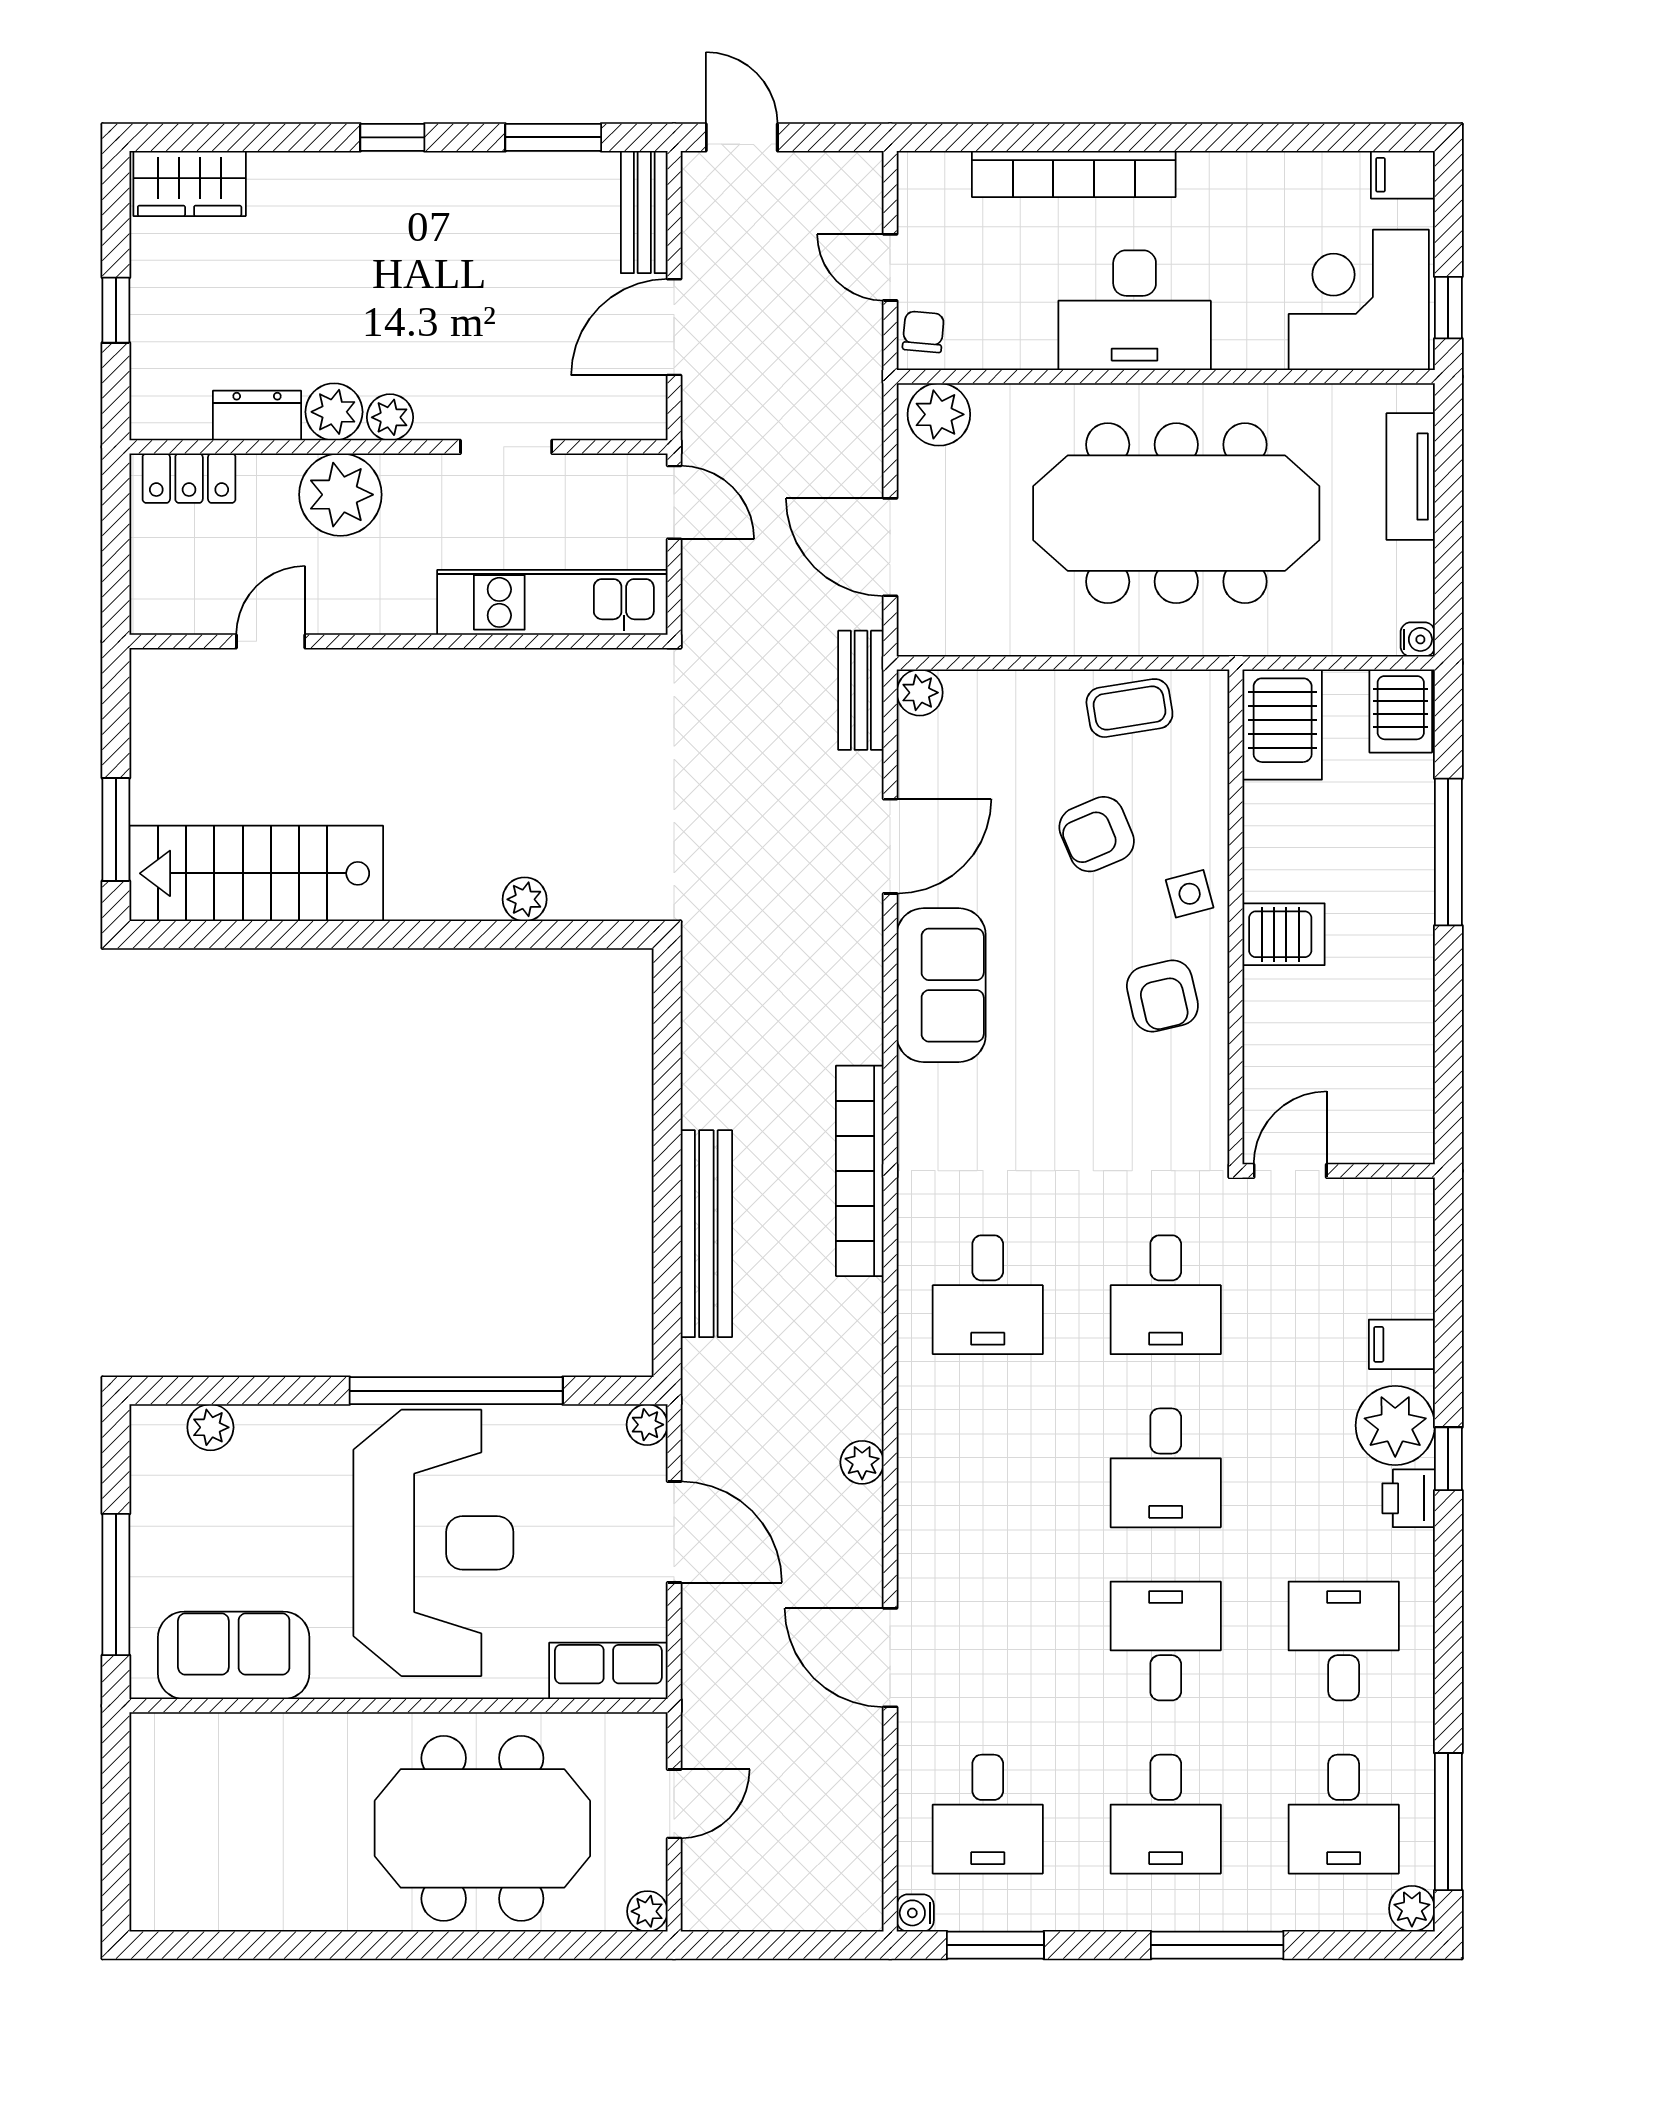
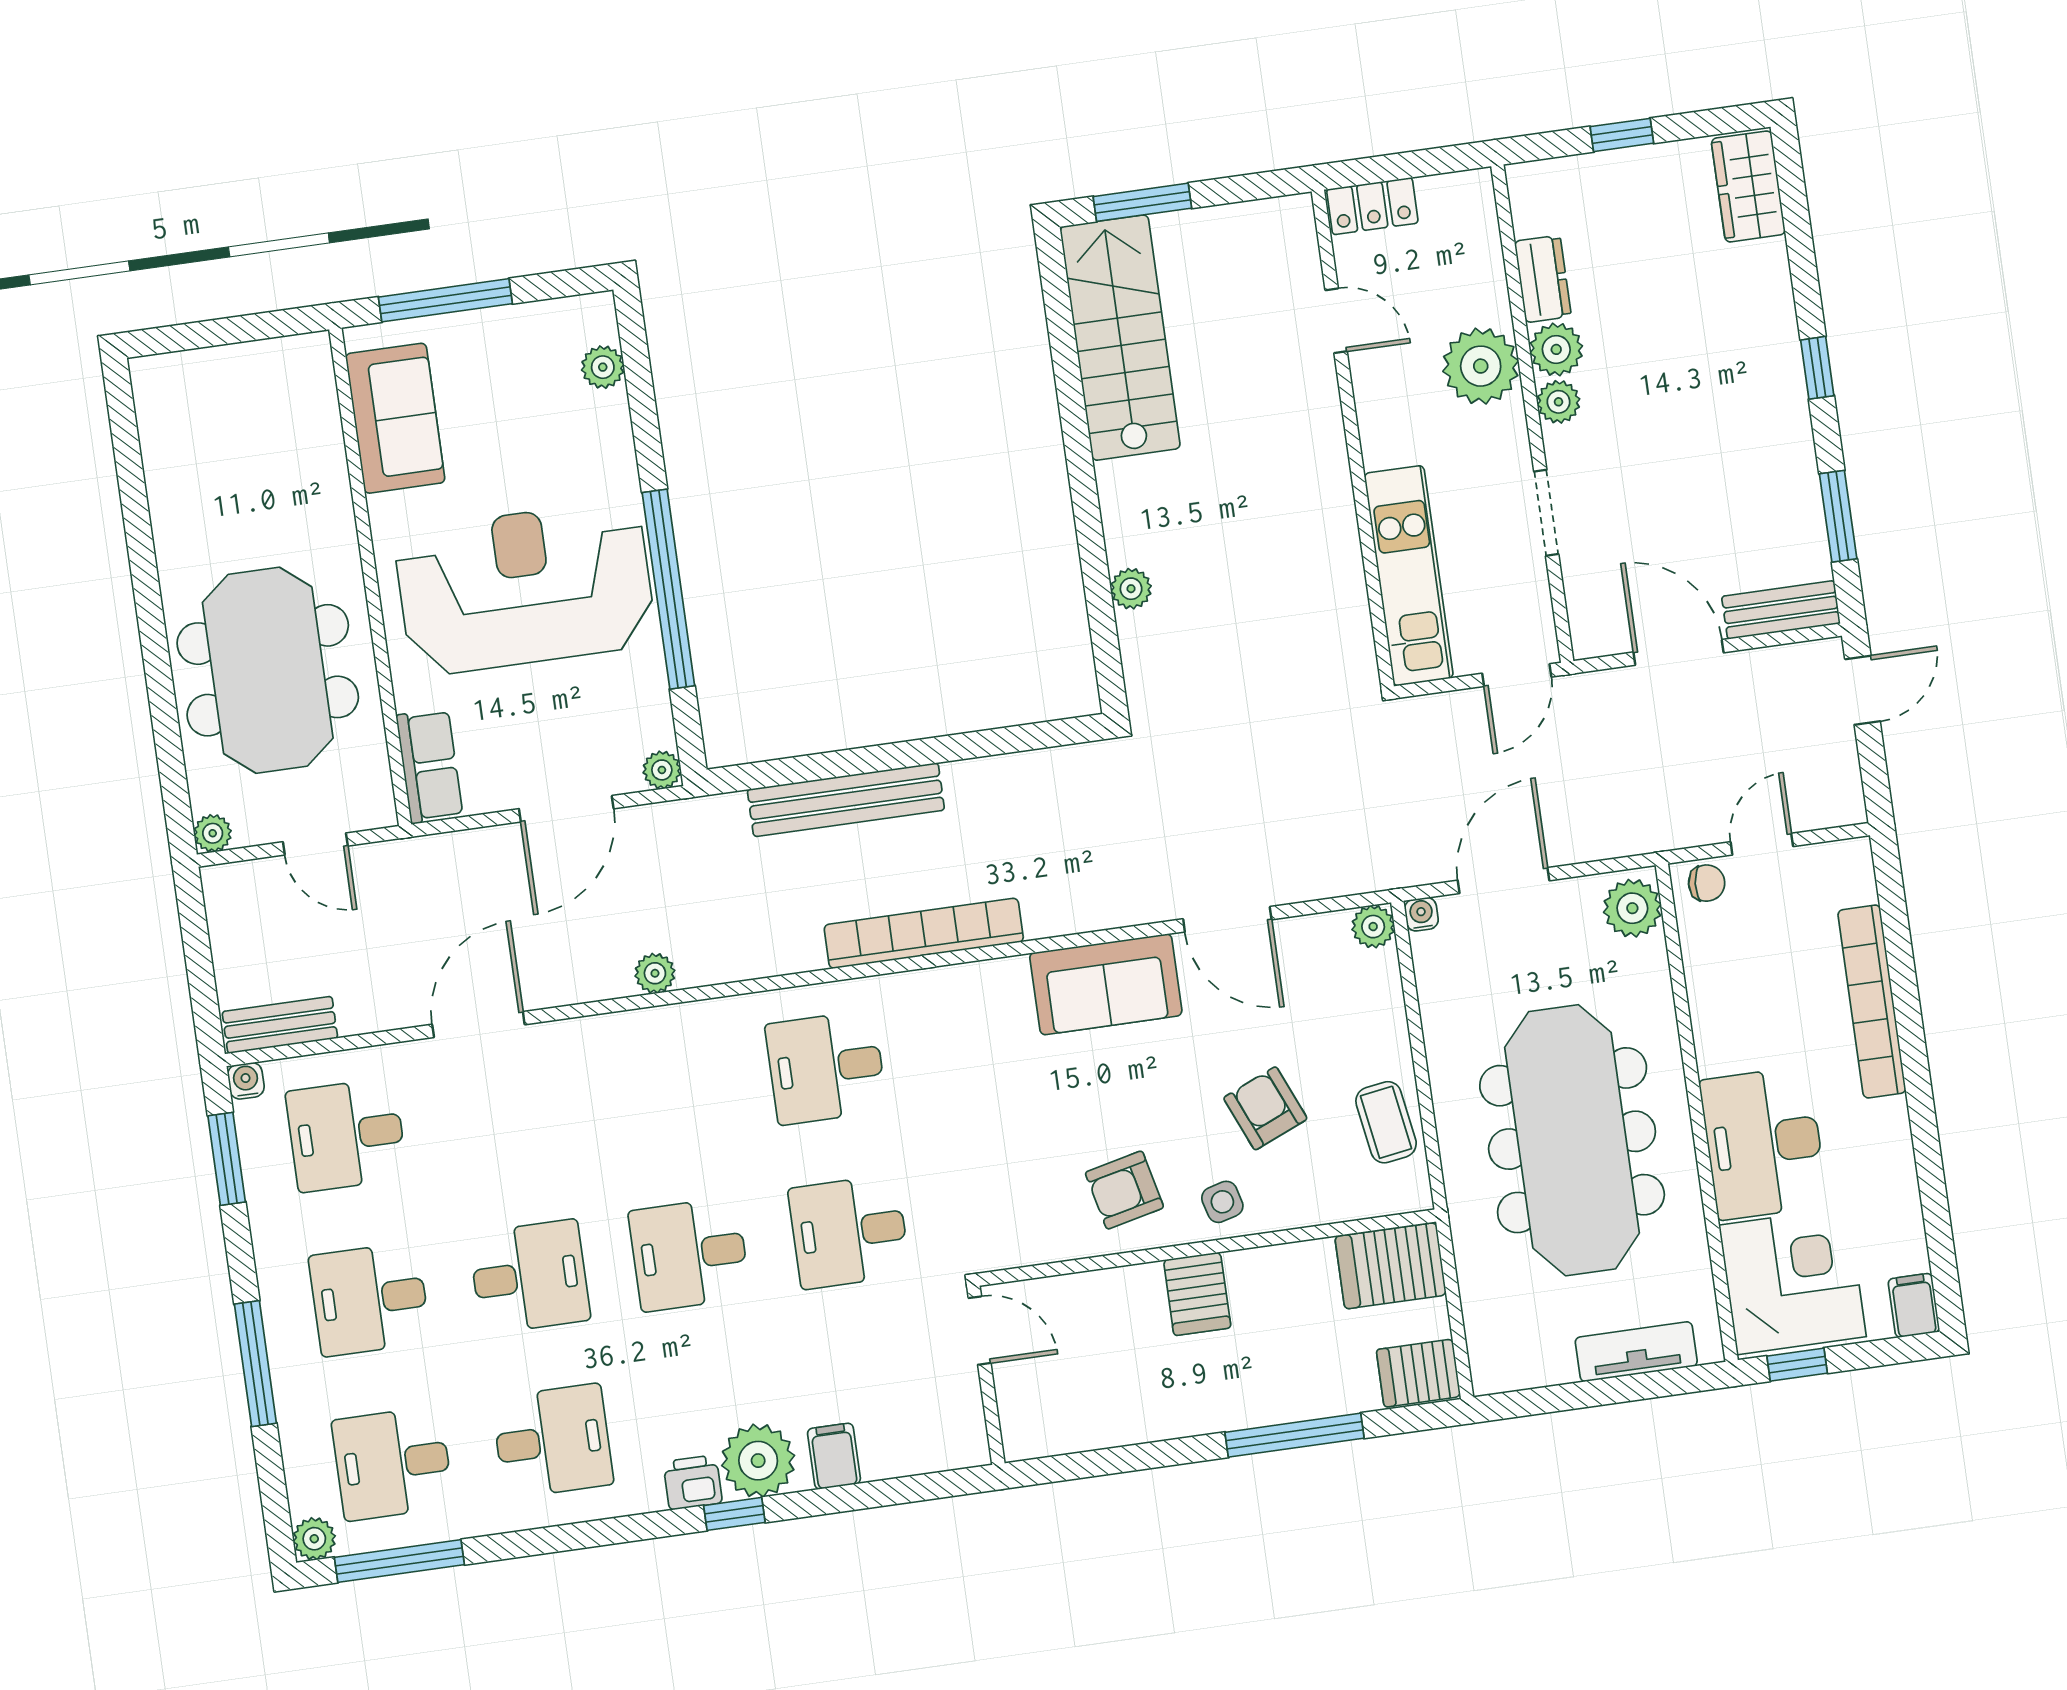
desk: (1135, 310) -> (1763, 1143), moved
locker: (189, 478) -> (1372, 206), moved, turned -90
water cooler: (1418, 639) -> (1421, 914), moved, turned 180
bench: (861, 690) -> (280, 1025), moved
reception desk: (433, 1543) -> (525, 588), turned 180

